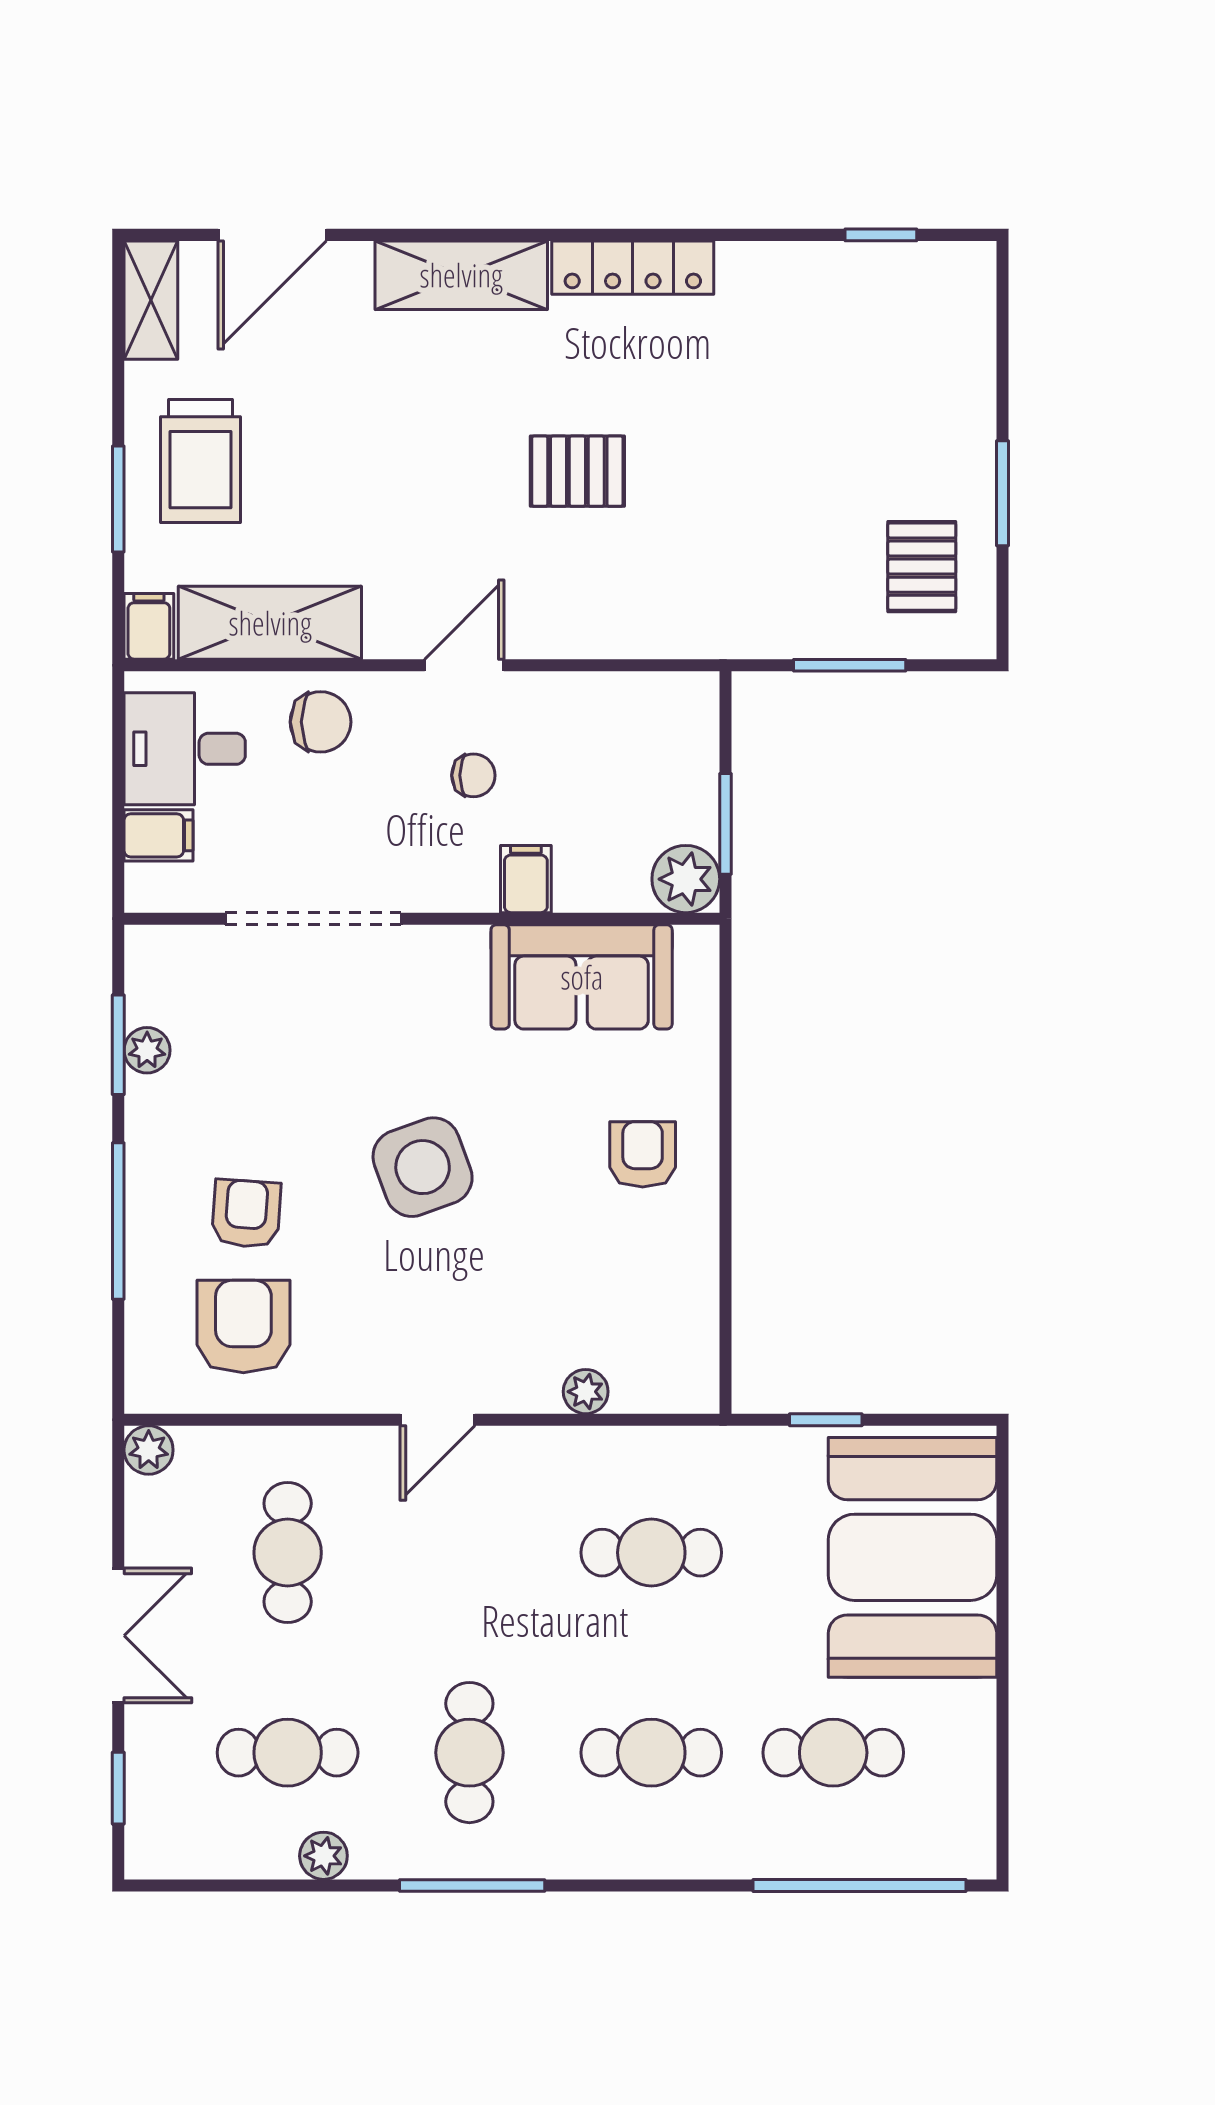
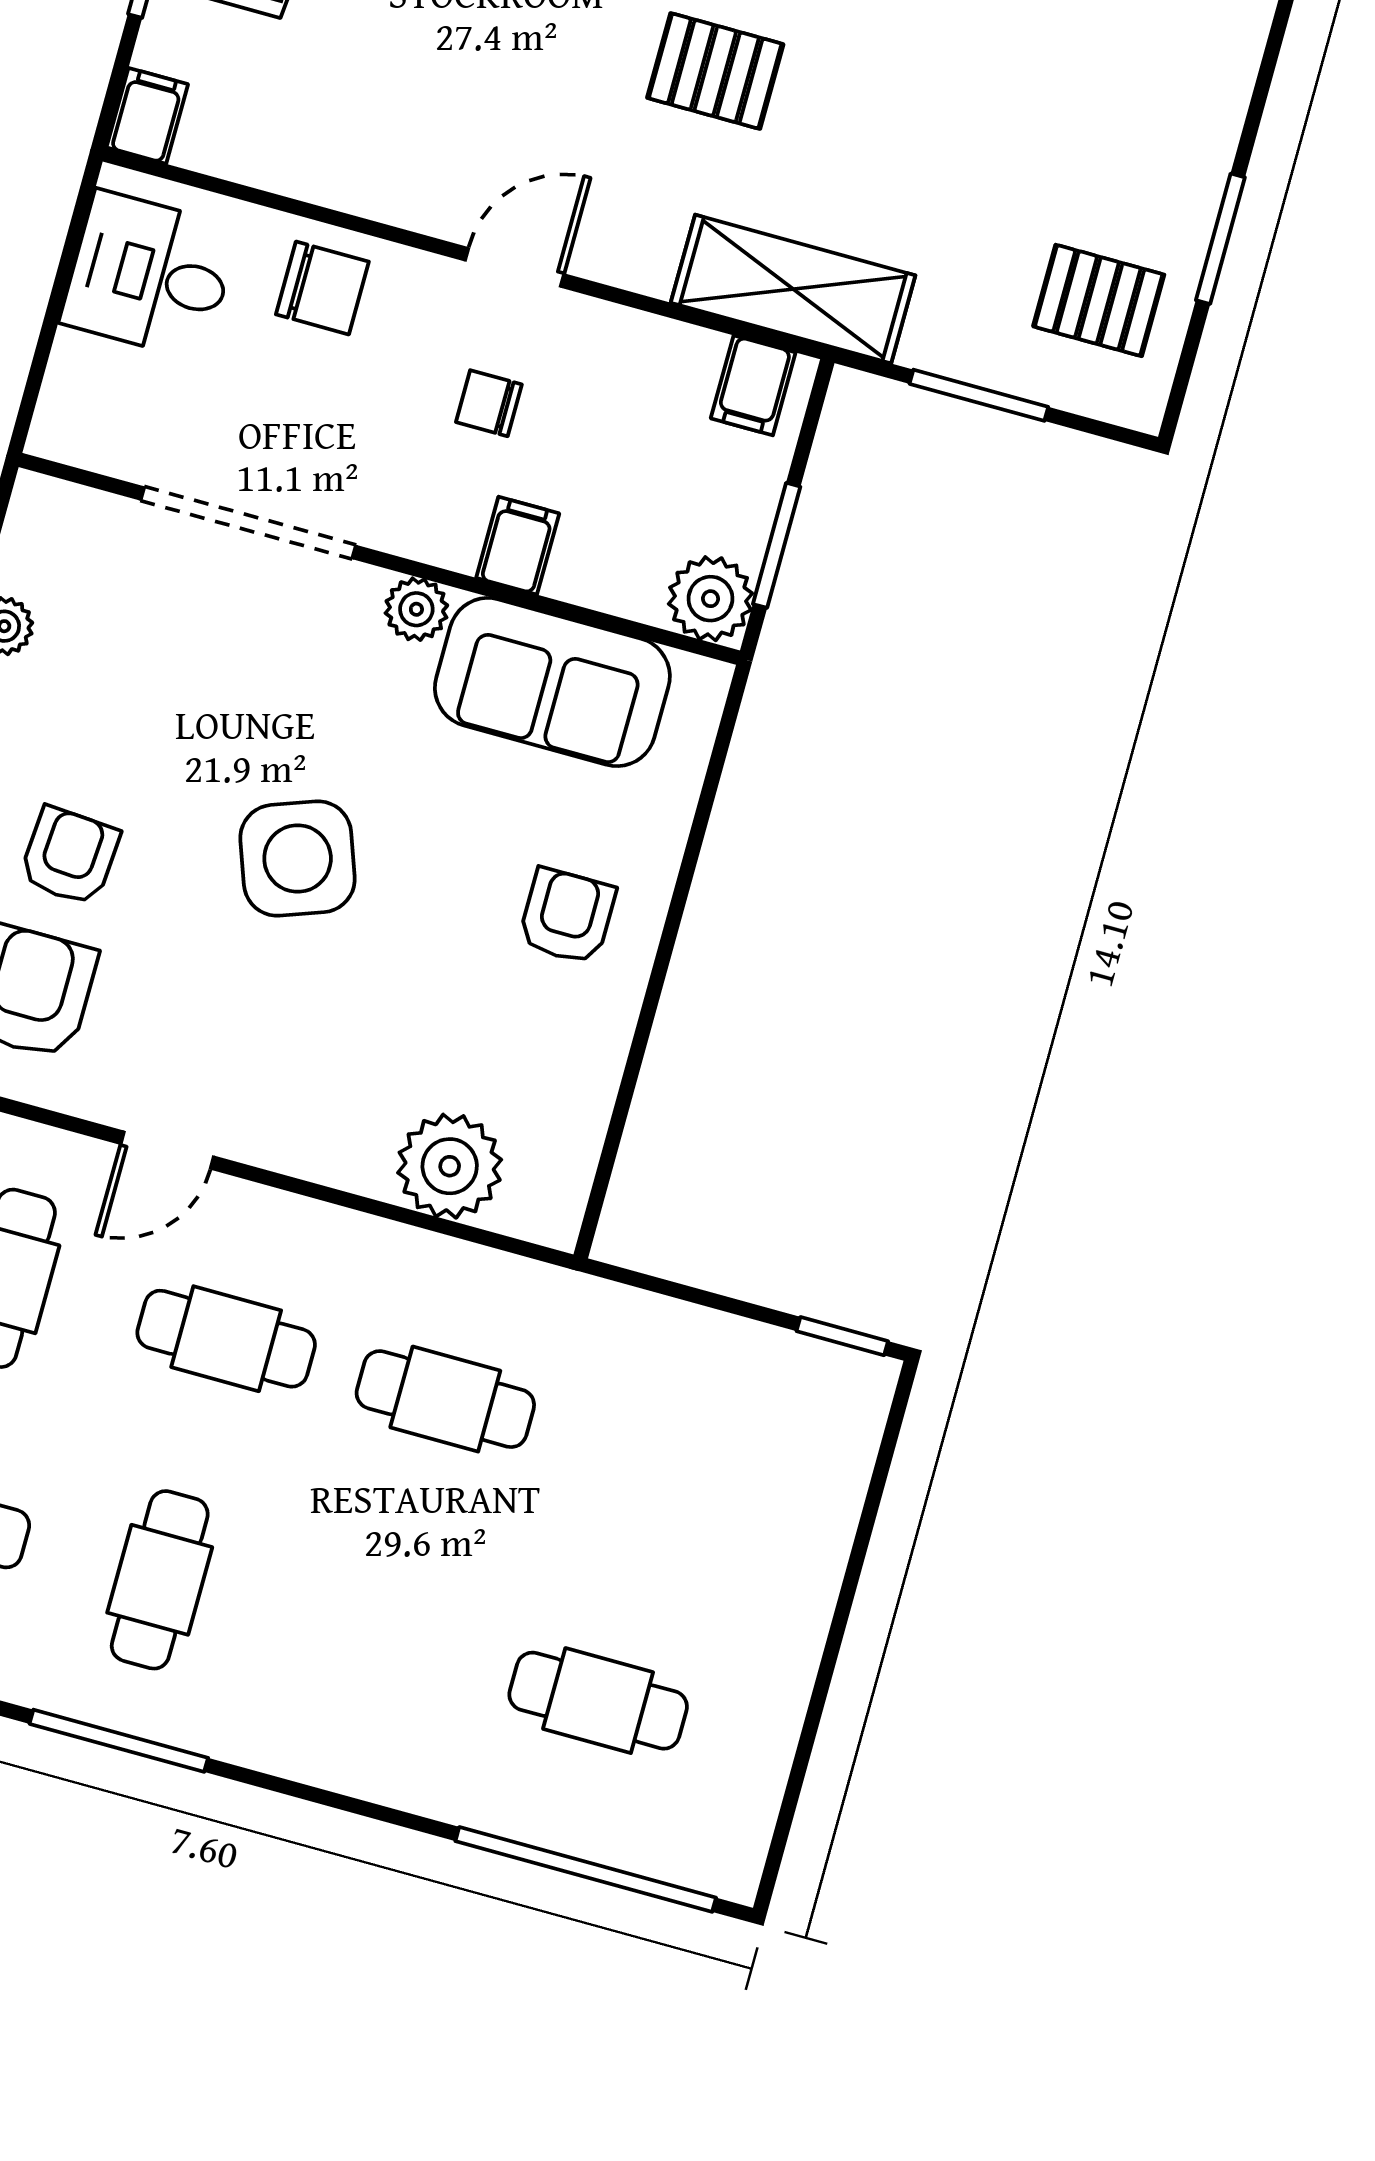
pallet: (922, 567) -> (1099, 300), turned 90
shelving: (270, 623) -> (793, 289), moved
chair: (473, 775) -> (489, 403), turned 180
filing cabinet: (159, 835) -> (753, 385), moved, turned 90
plant: (461, 950) -> (416, 609), added
plant: (586, 1392) -> (450, 1166), width x1.88, depth x1.88
door: (438, 1420) -> (167, 1150), moved
window: (826, 1420) -> (842, 1336), moved
booth: (912, 1557) -> (759, 1492), removed
cafe table: (651, 1753) -> (226, 1339), moved

